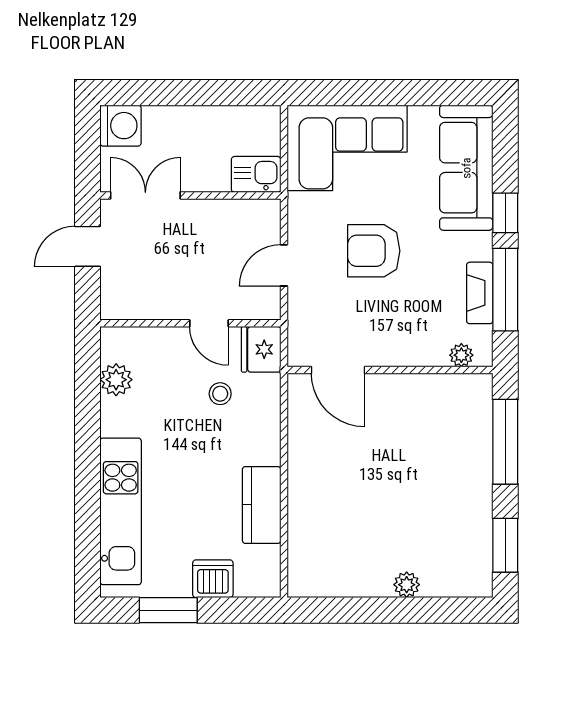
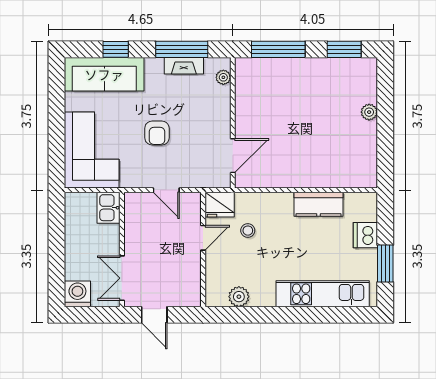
window: (505, 213) -> (116, 49), moved
armchair: (374, 251) -> (157, 133), width x0.72, depth x0.72

